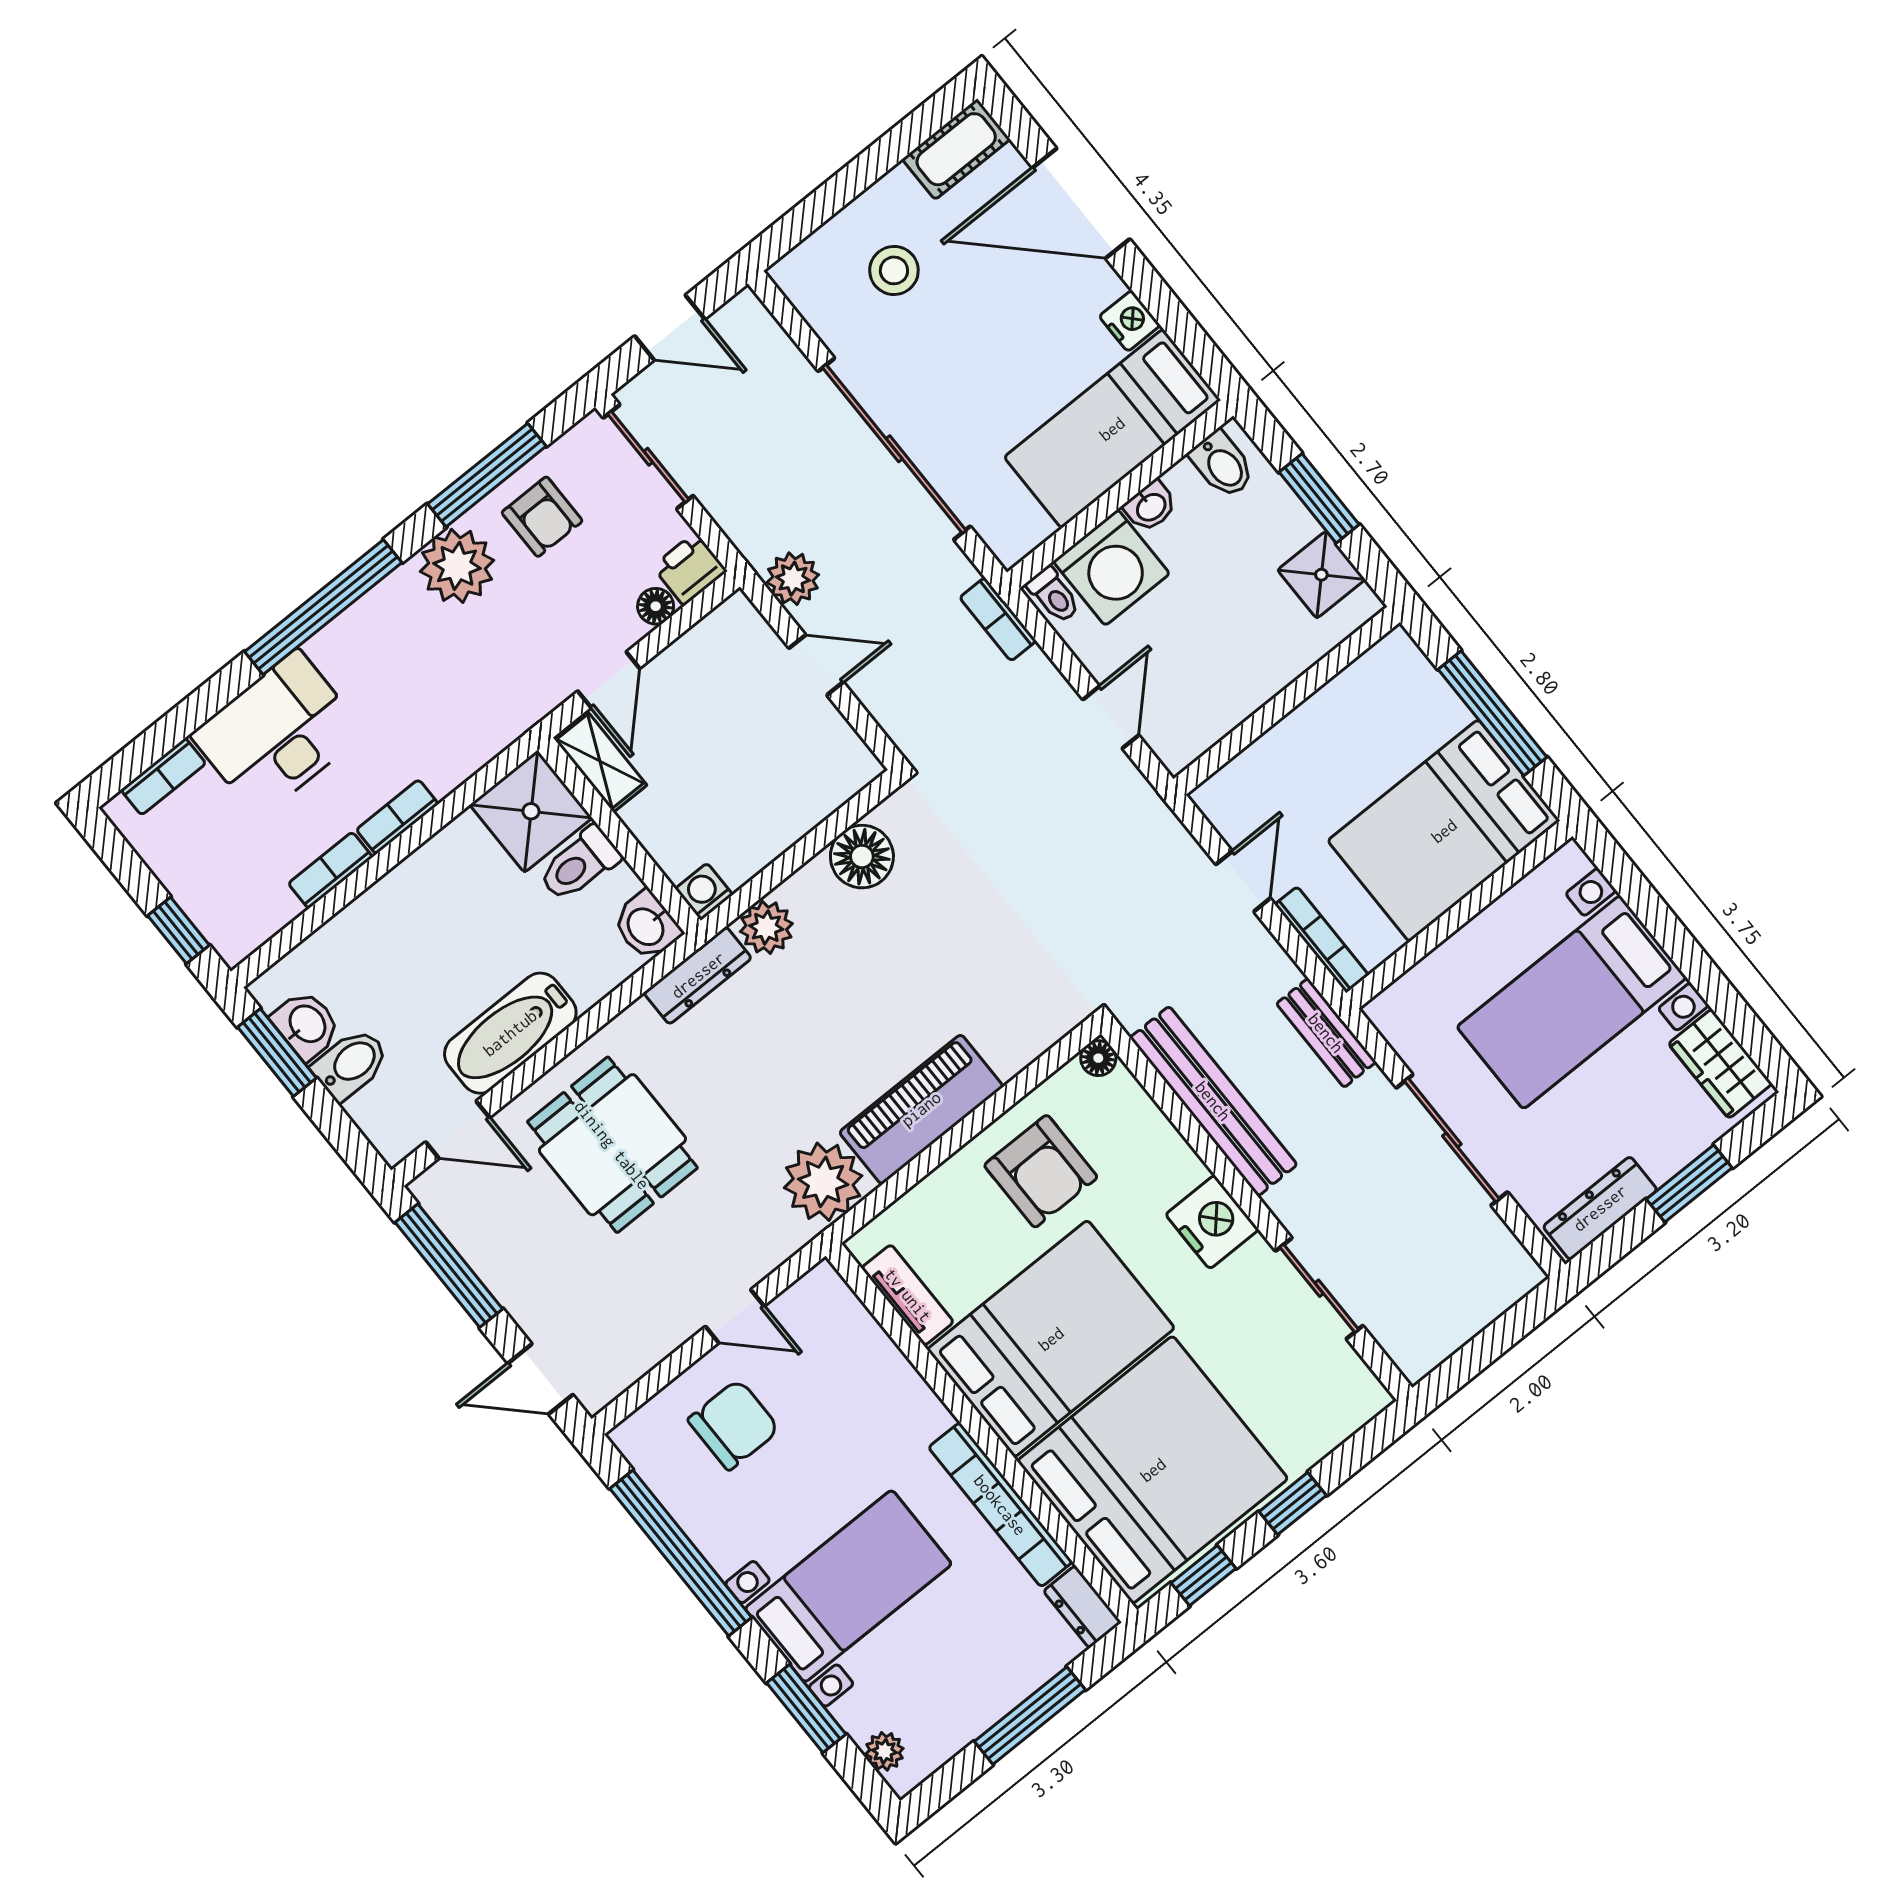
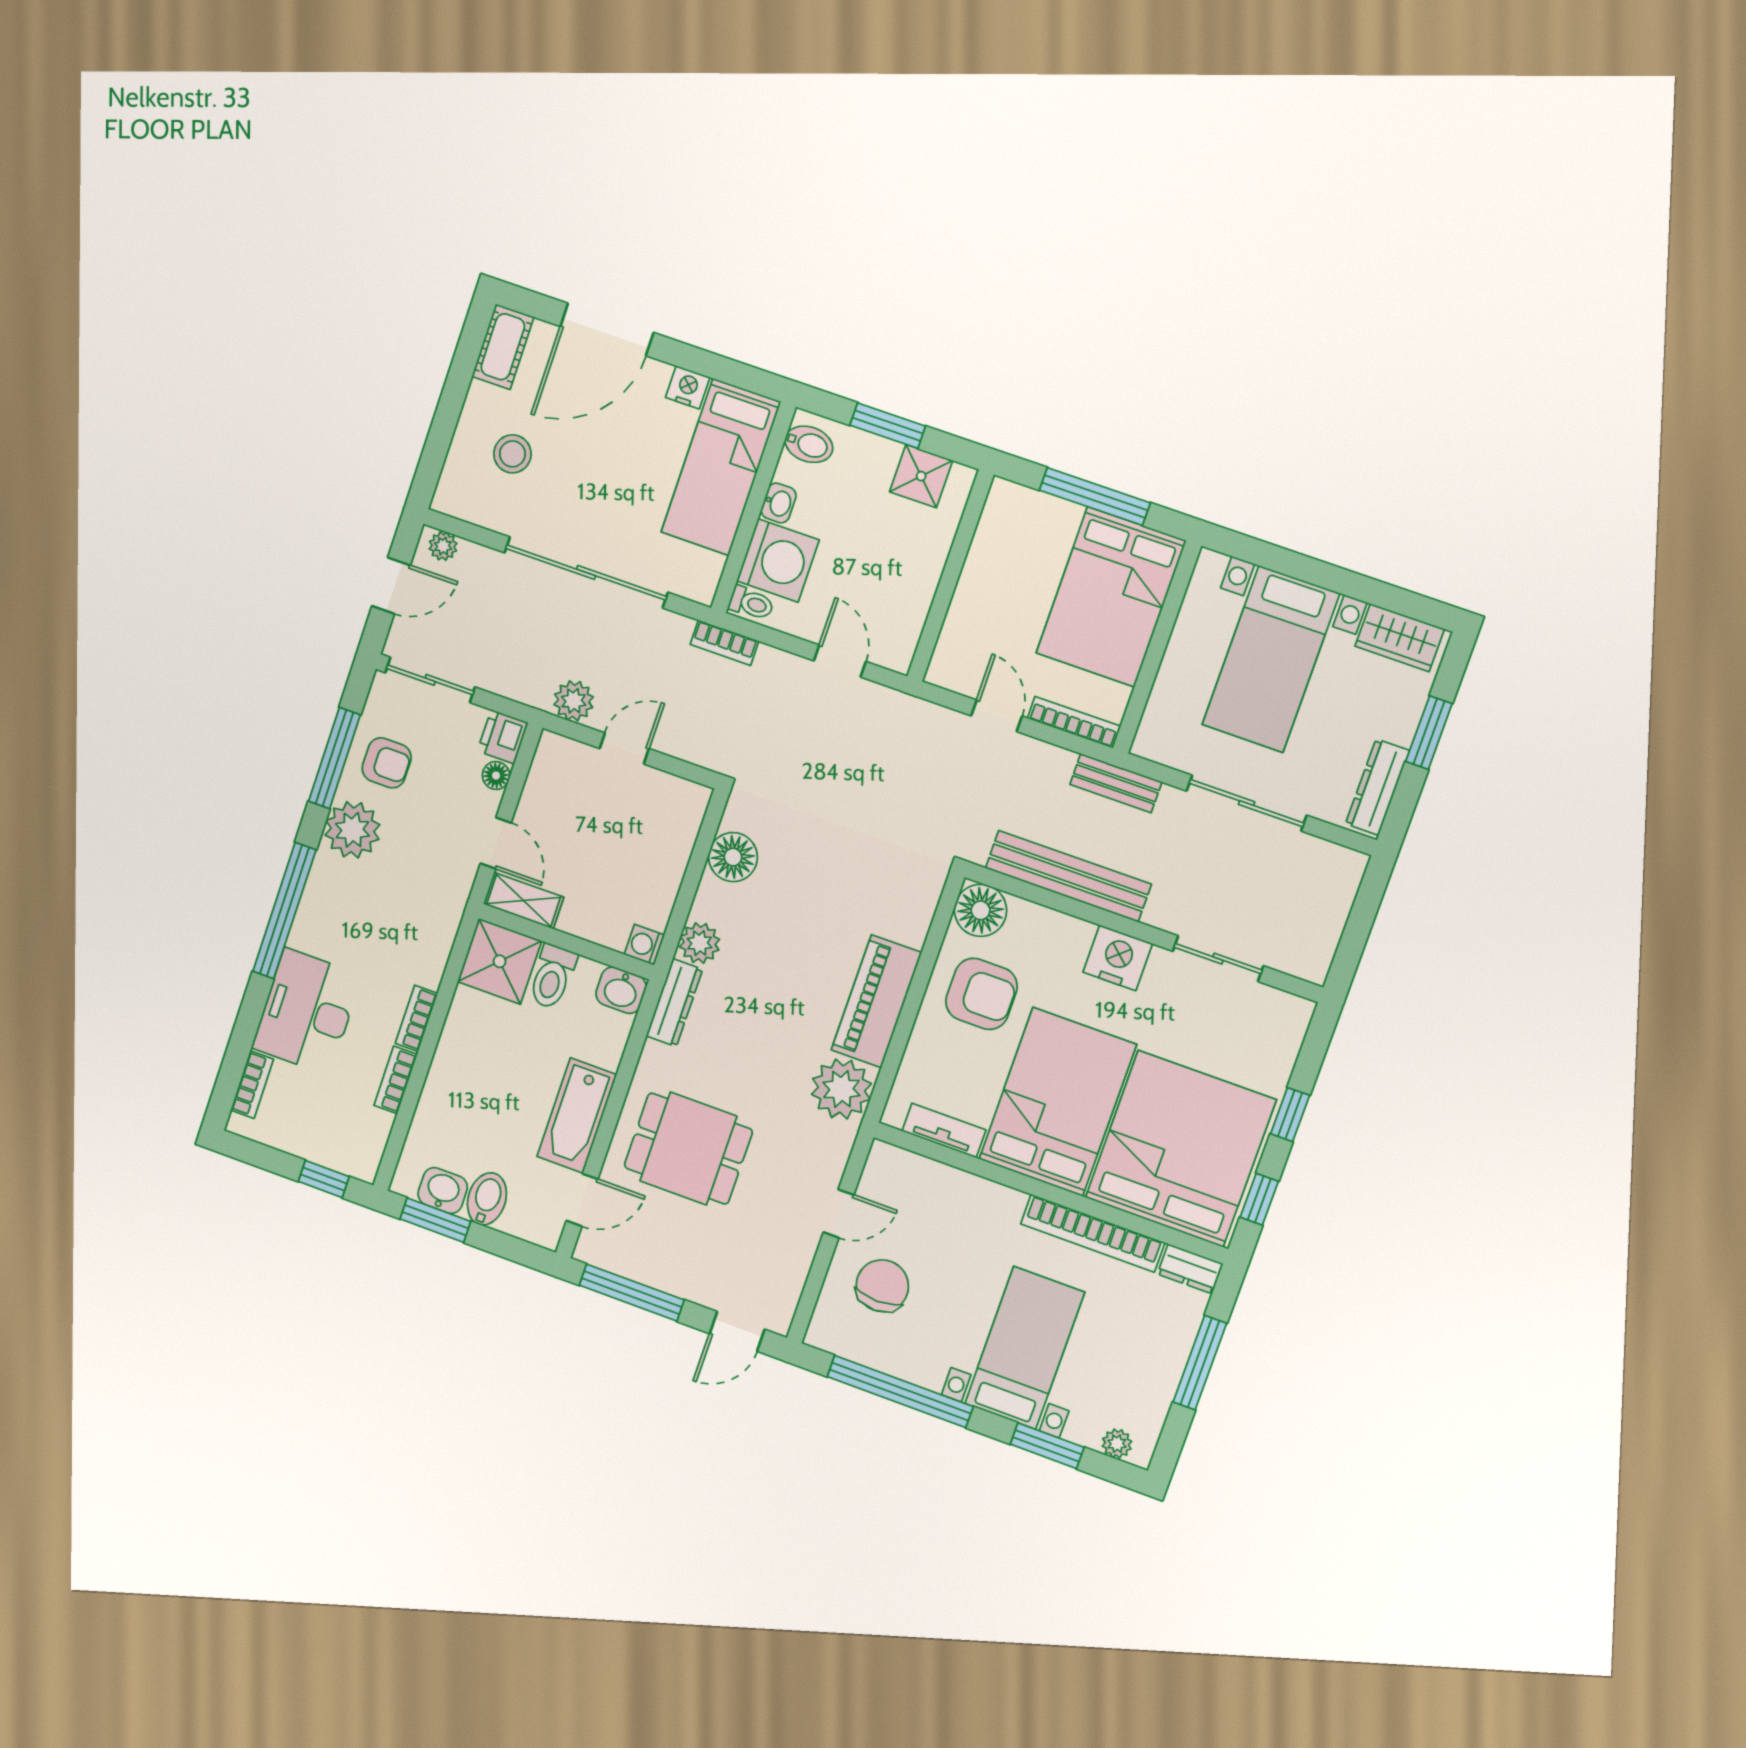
plant: (755, 321) -> (443, 546), added
floor lamp: (1098, 1058) -> (981, 910), width x1.89, depth x1.89

